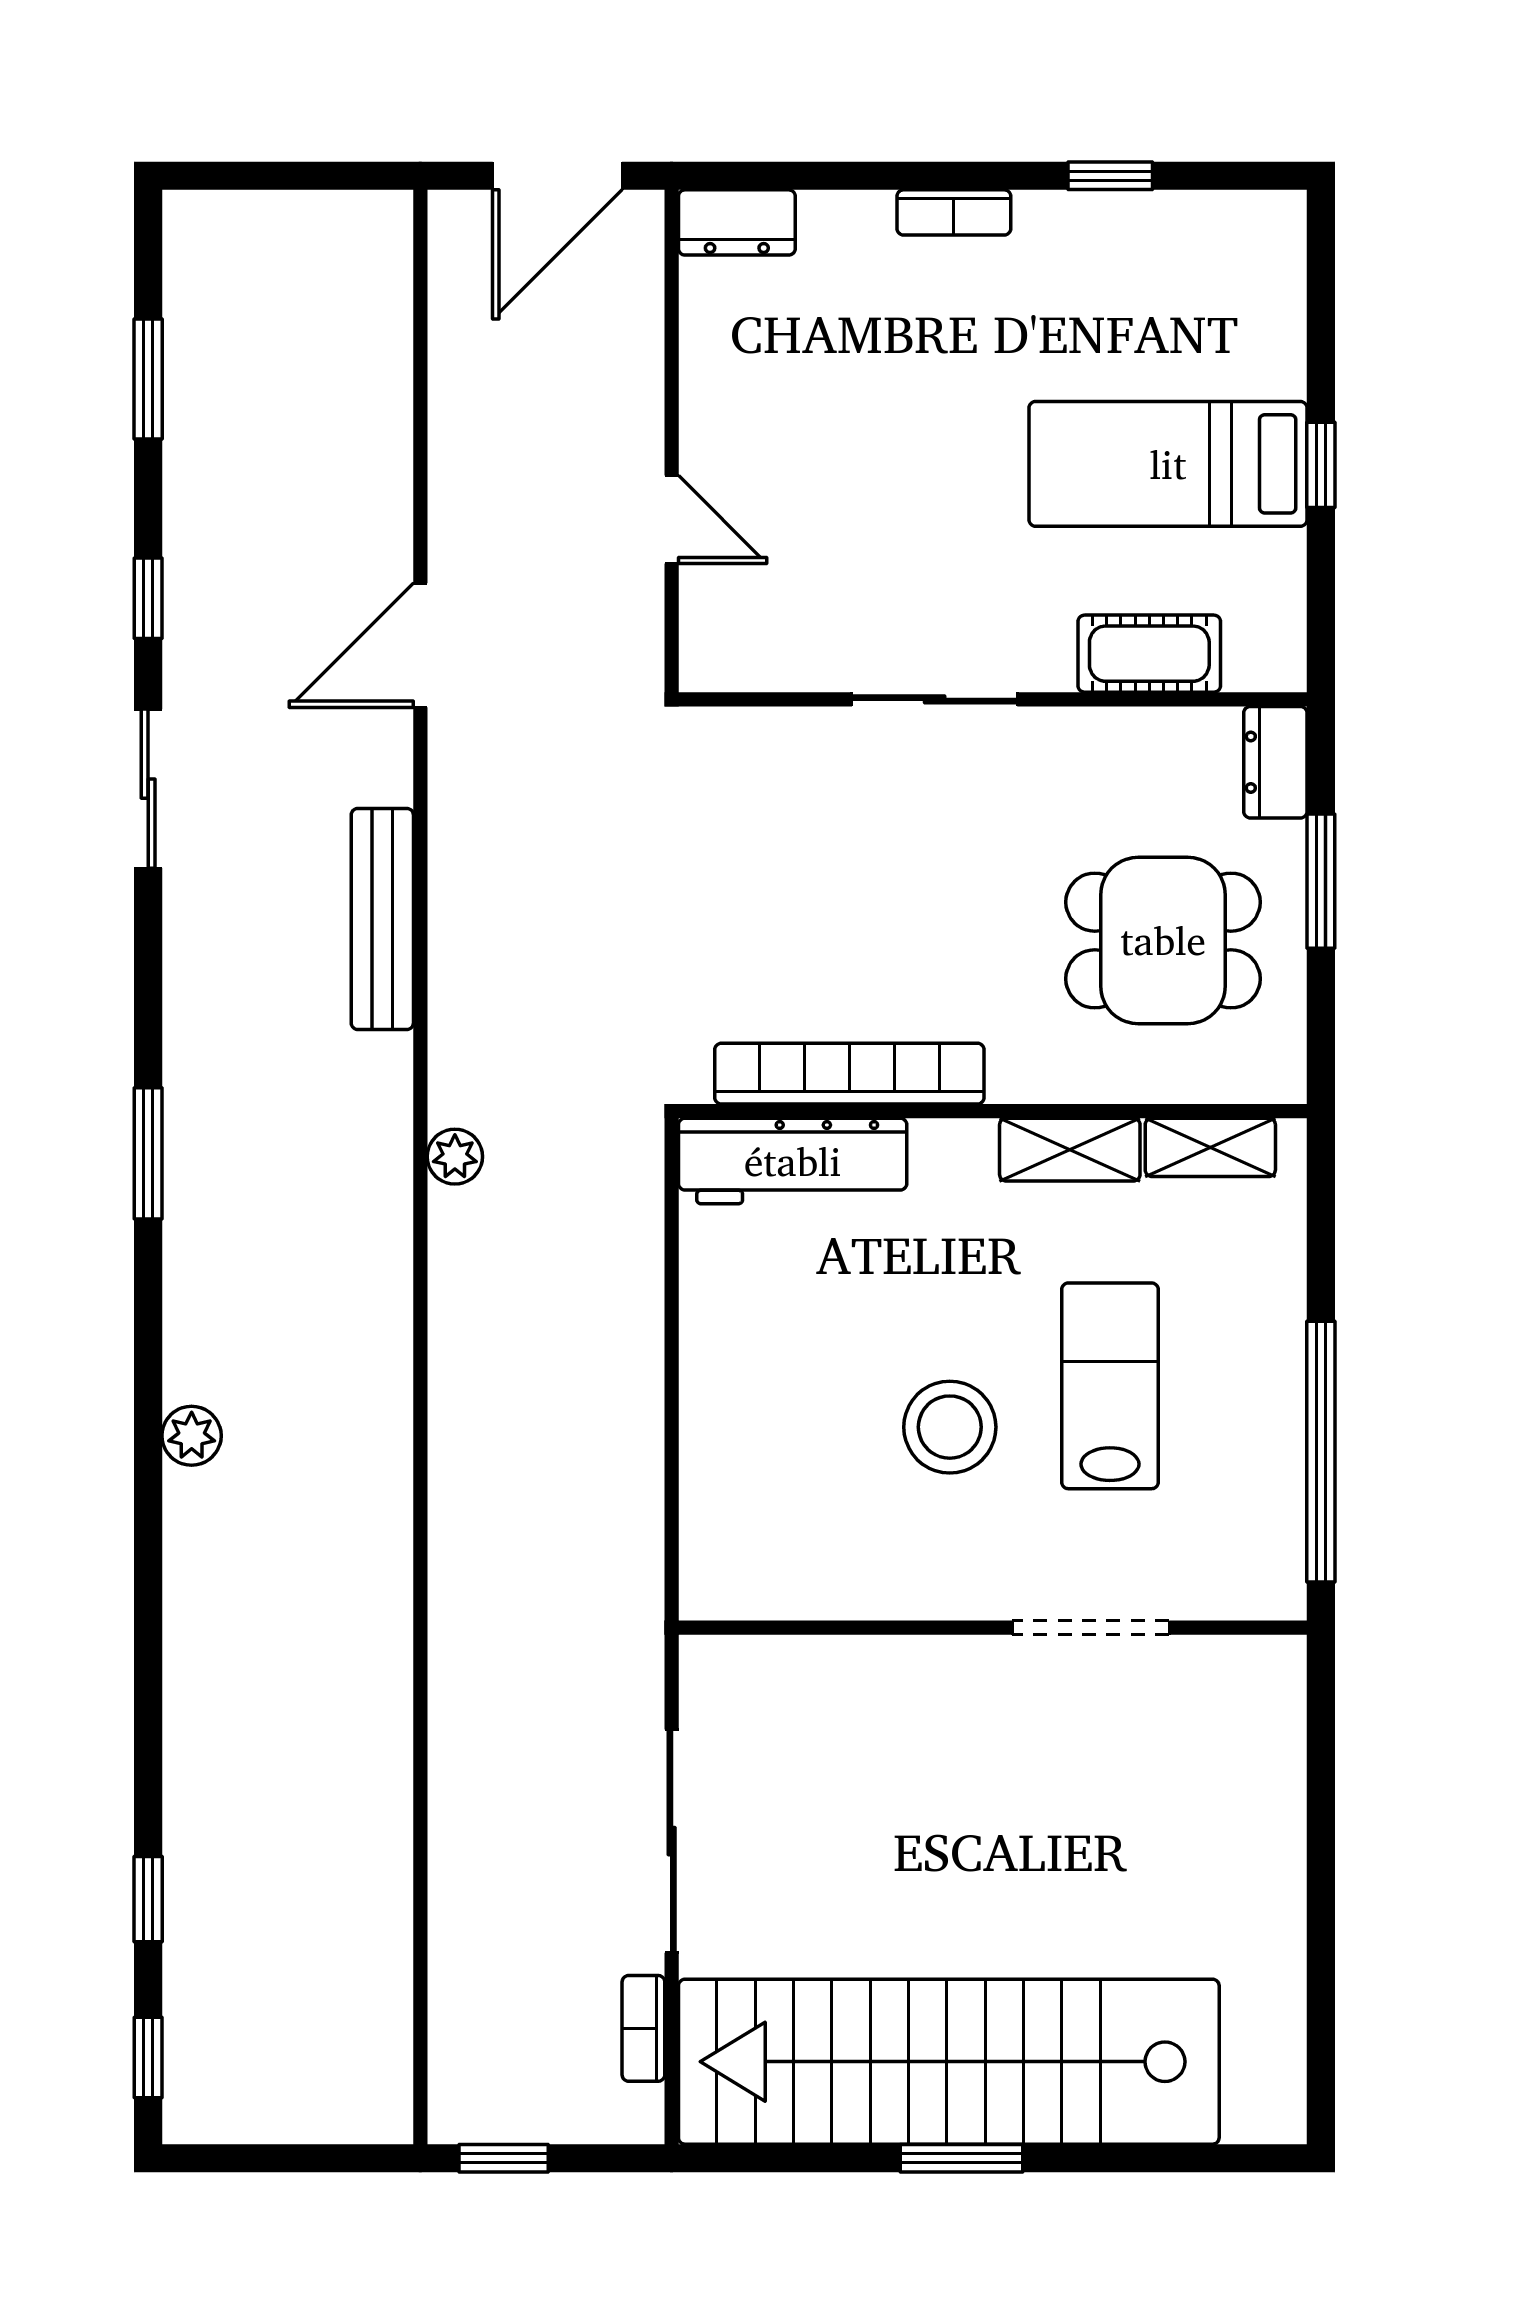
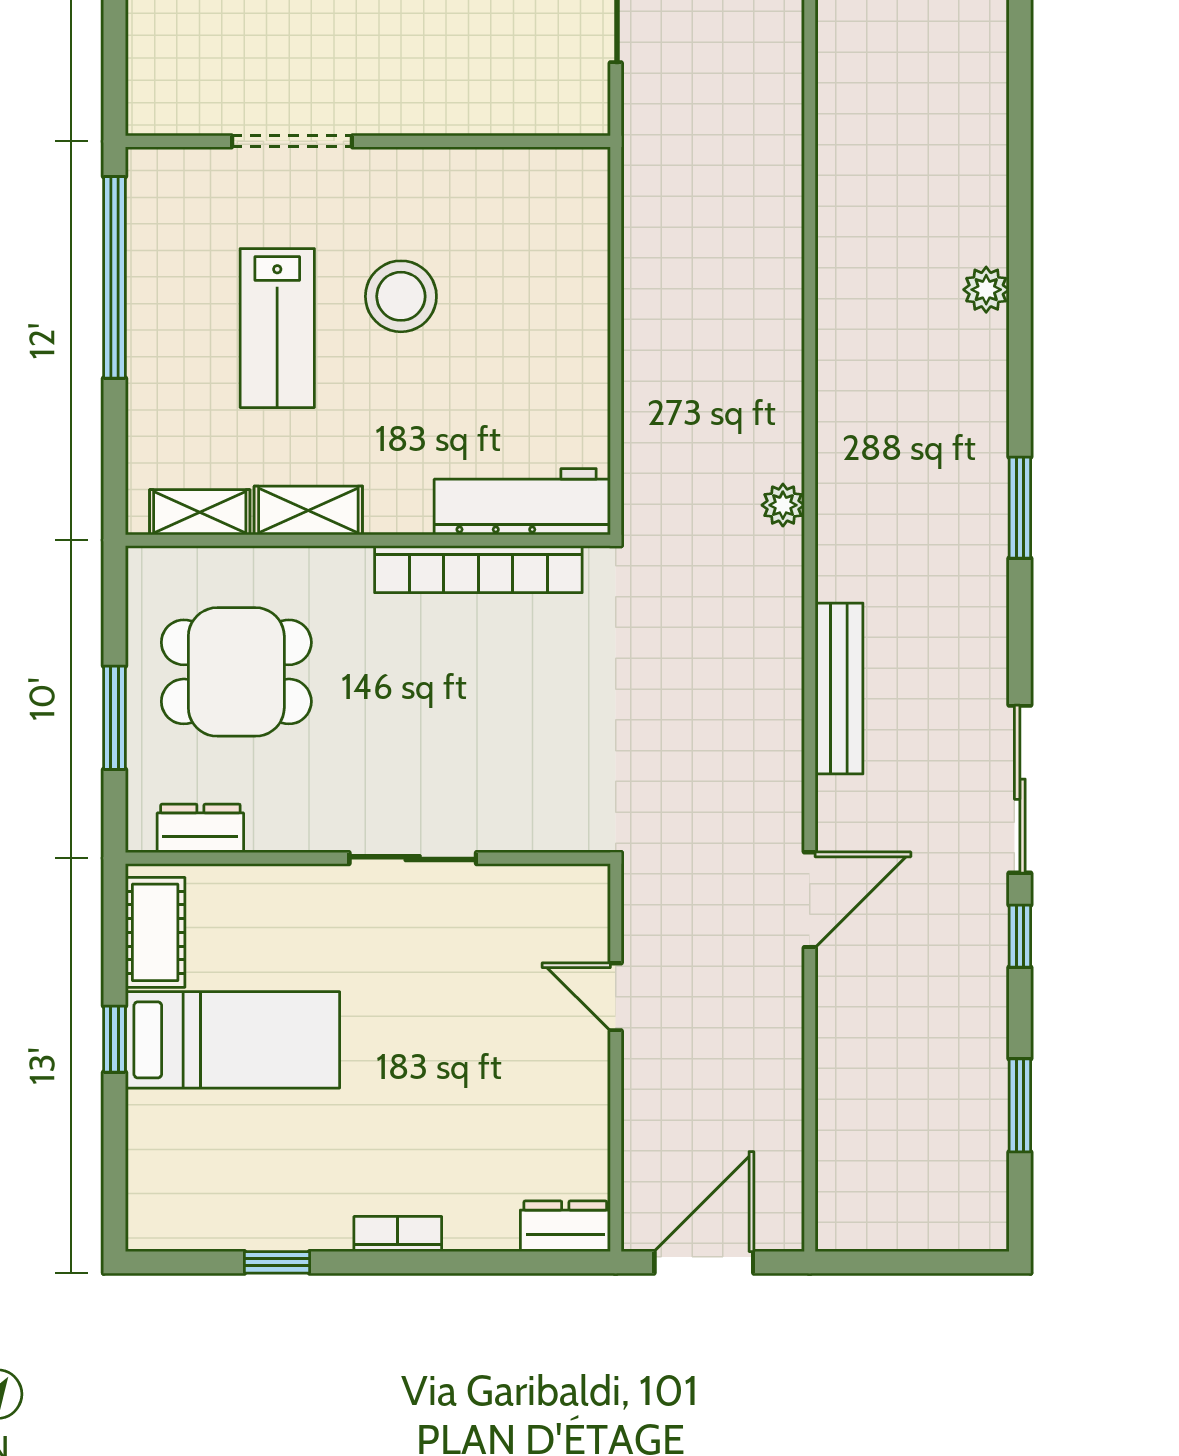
cot: (1149, 654) -> (155, 932), moved, turned 90
dresser: (1275, 762) -> (200, 828), moved, turned -90
sliding door: (148, 789) -> (1020, 789), width x1.37

